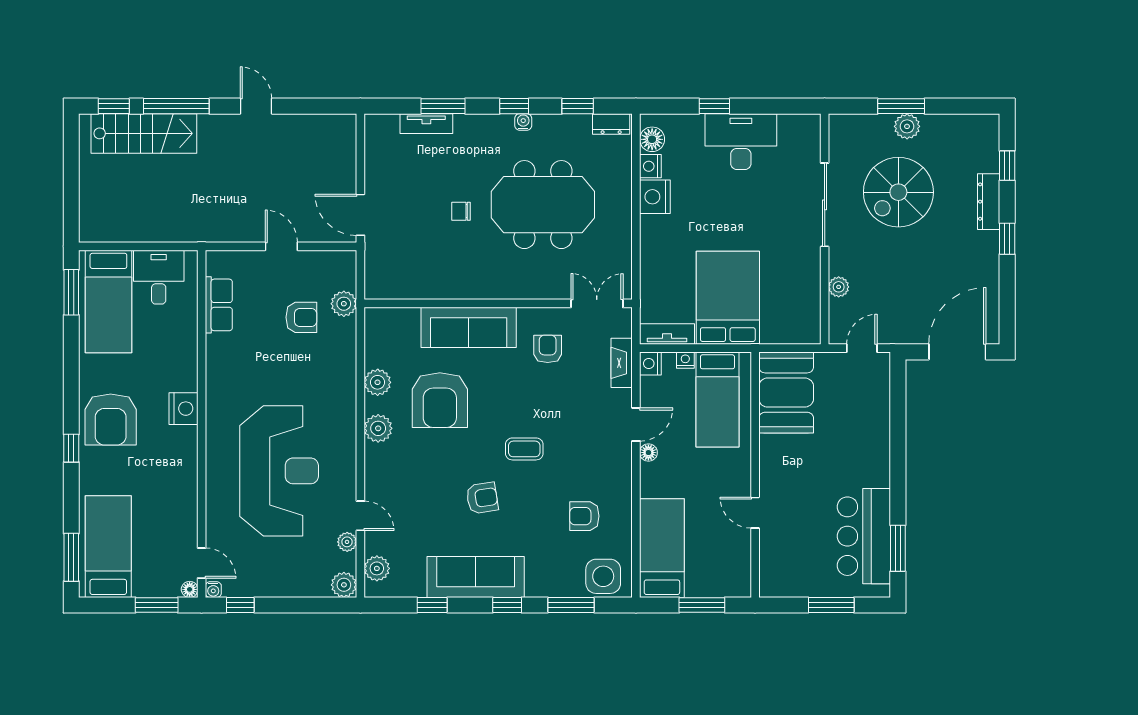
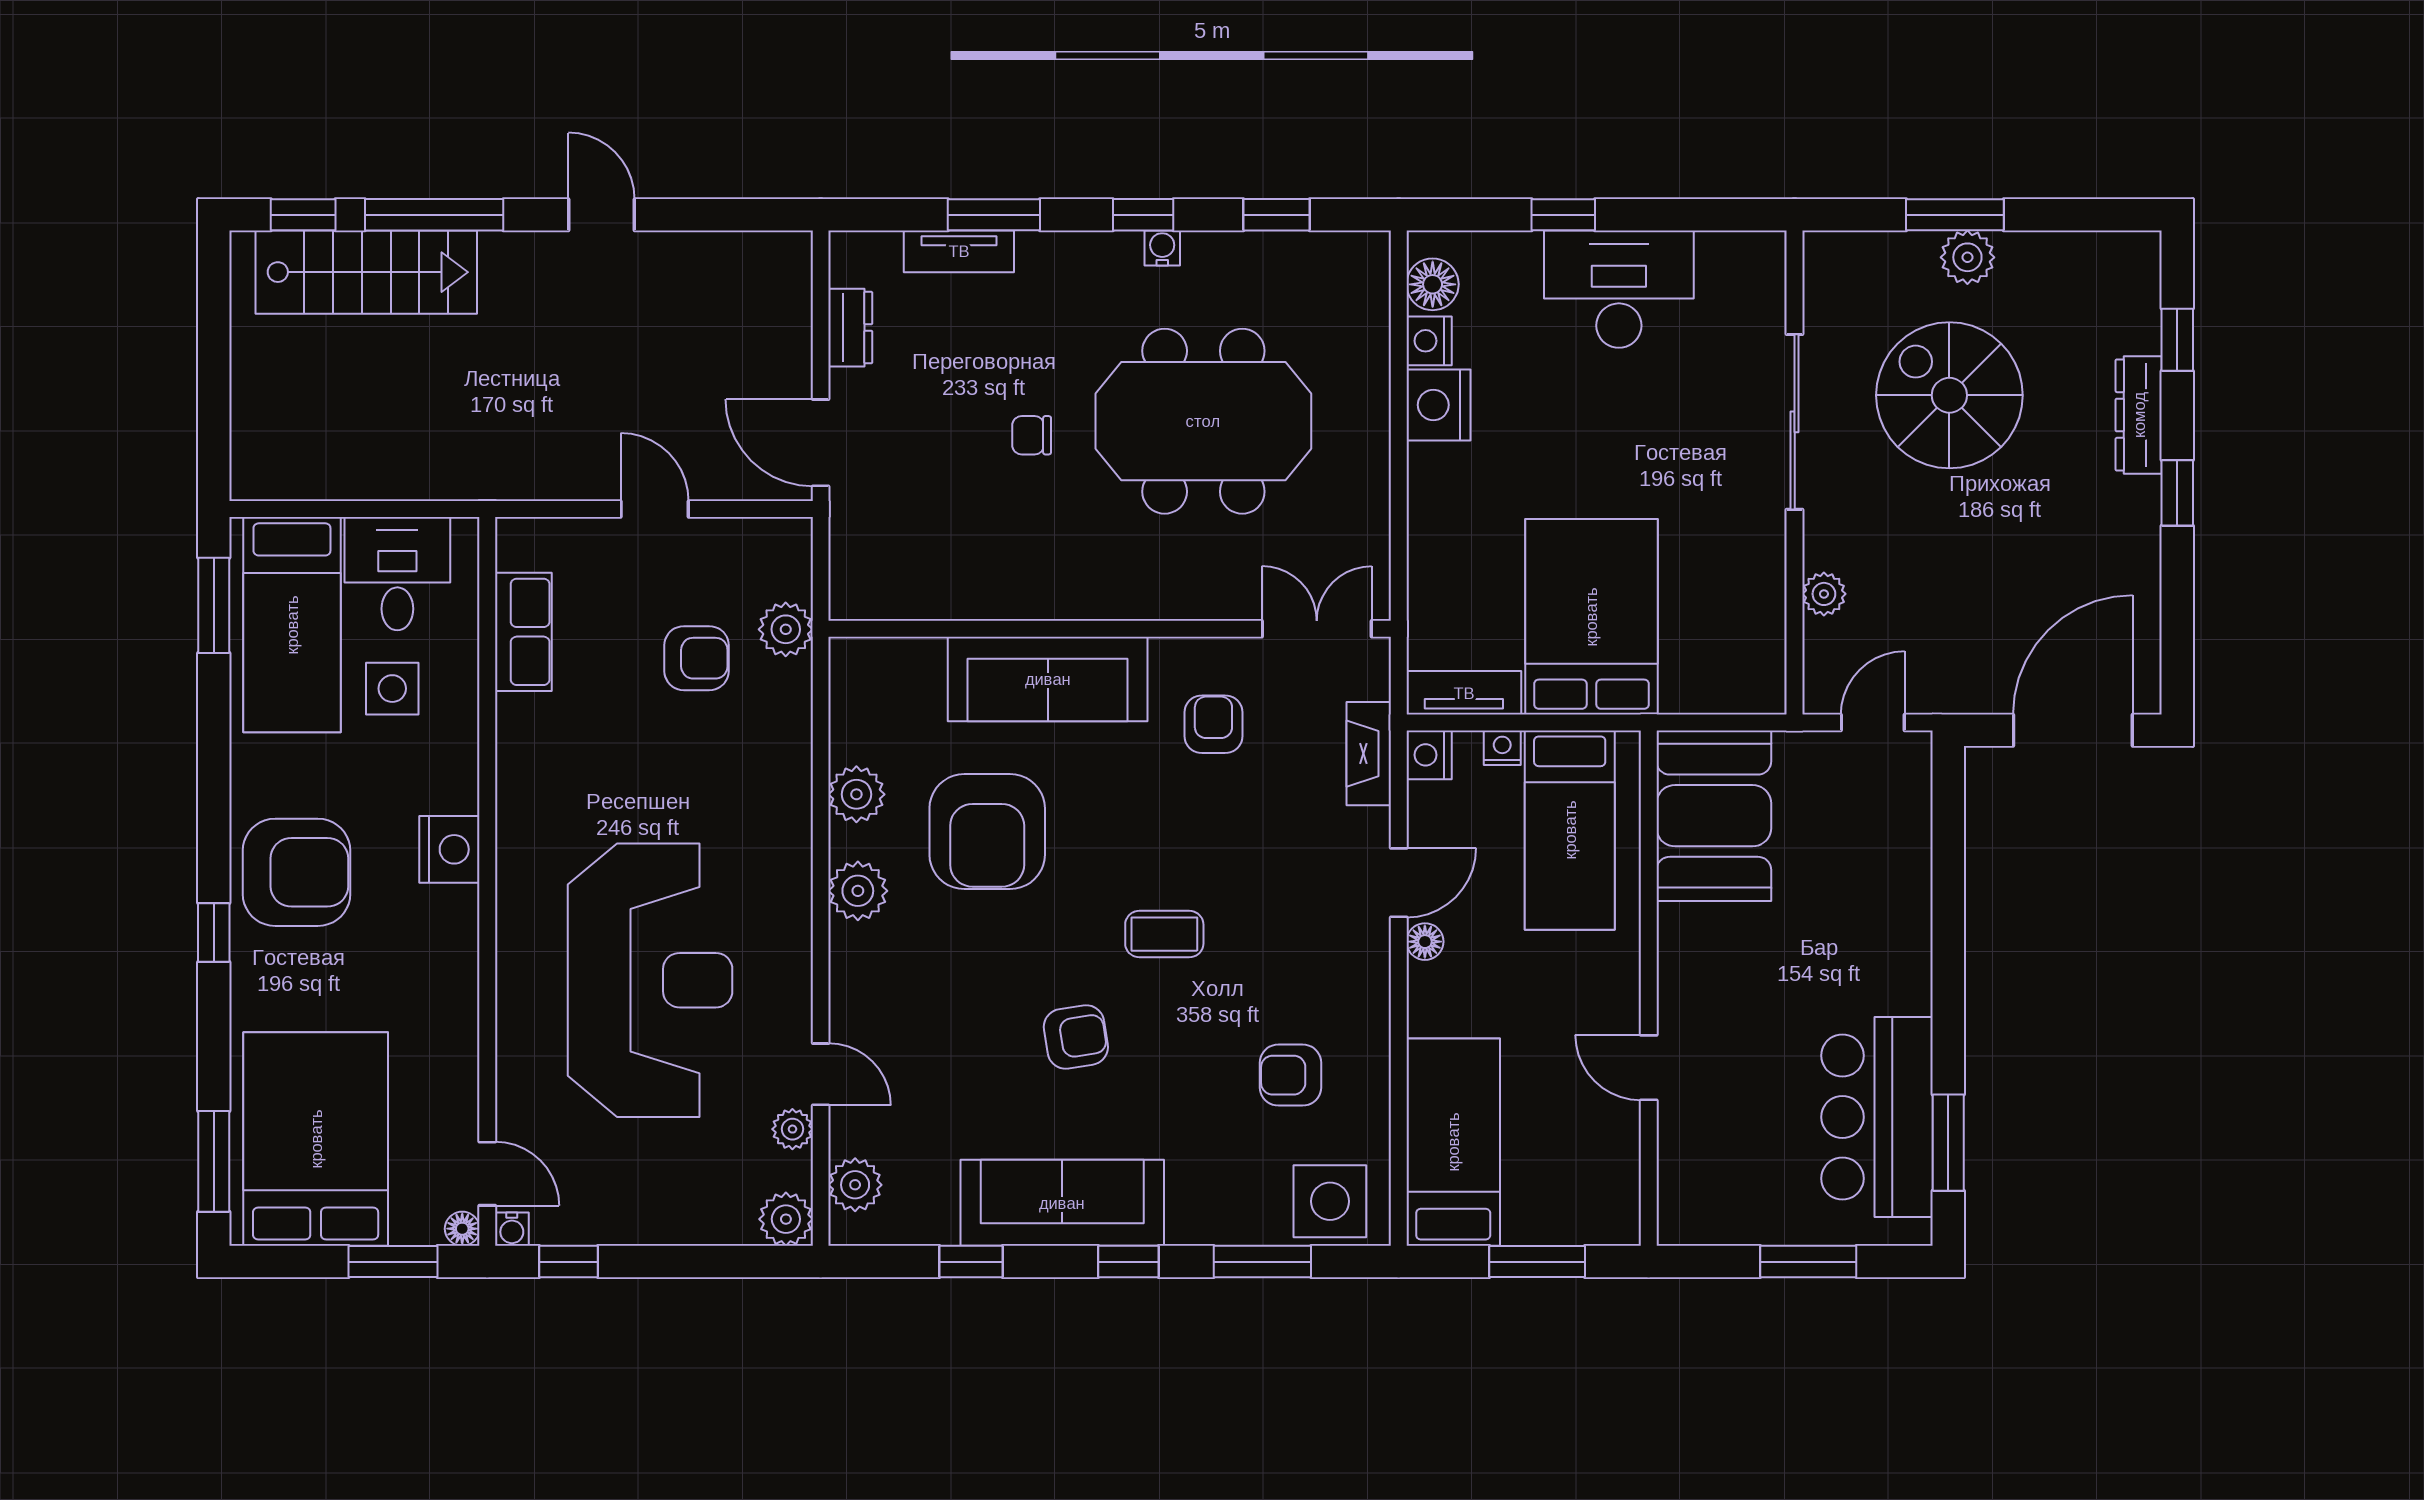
dresser: (611, 124) -> (850, 328), moved, turned -90
spiral stairs: (898, 192) -> (1949, 395), turned 90
side table: (156, 332) -> (392, 689), added
armchair: (111, 420) -> (296, 872), turned -90
bed: (108, 547) -> (316, 1139), width x1.50

